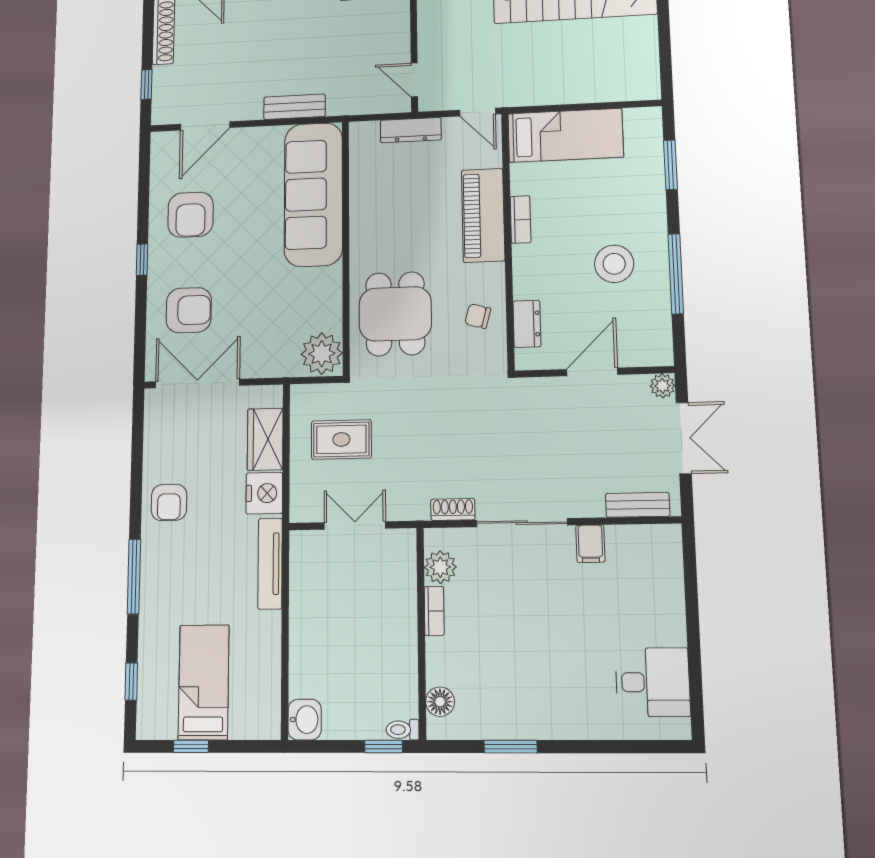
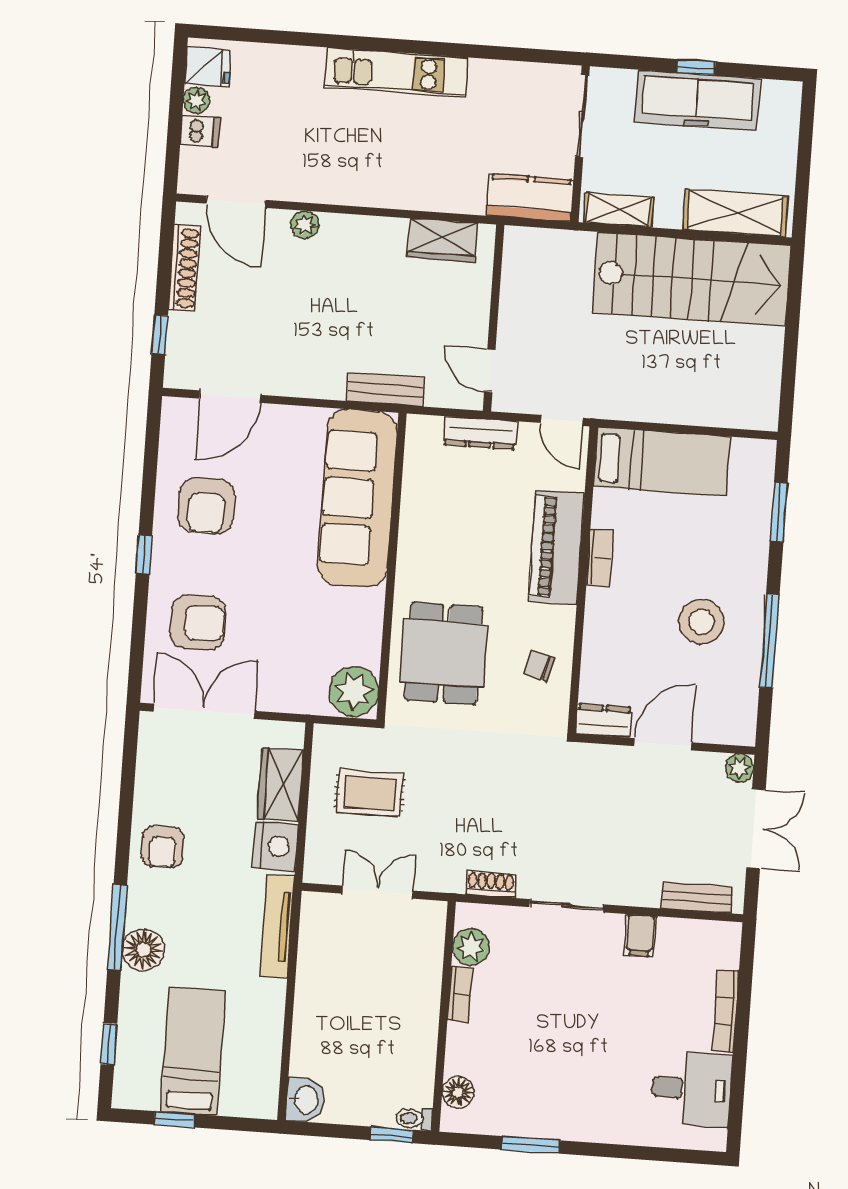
bench: (295, 107) -> (386, 389), moved
dresser: (527, 324) -> (604, 721), moved, turned -90
sliding door: (522, 523) -> (567, 906), width x0.73
floor lamp: (157, 595) -> (143, 950), added
bookcase: (676, 607) -> (726, 1011), added

